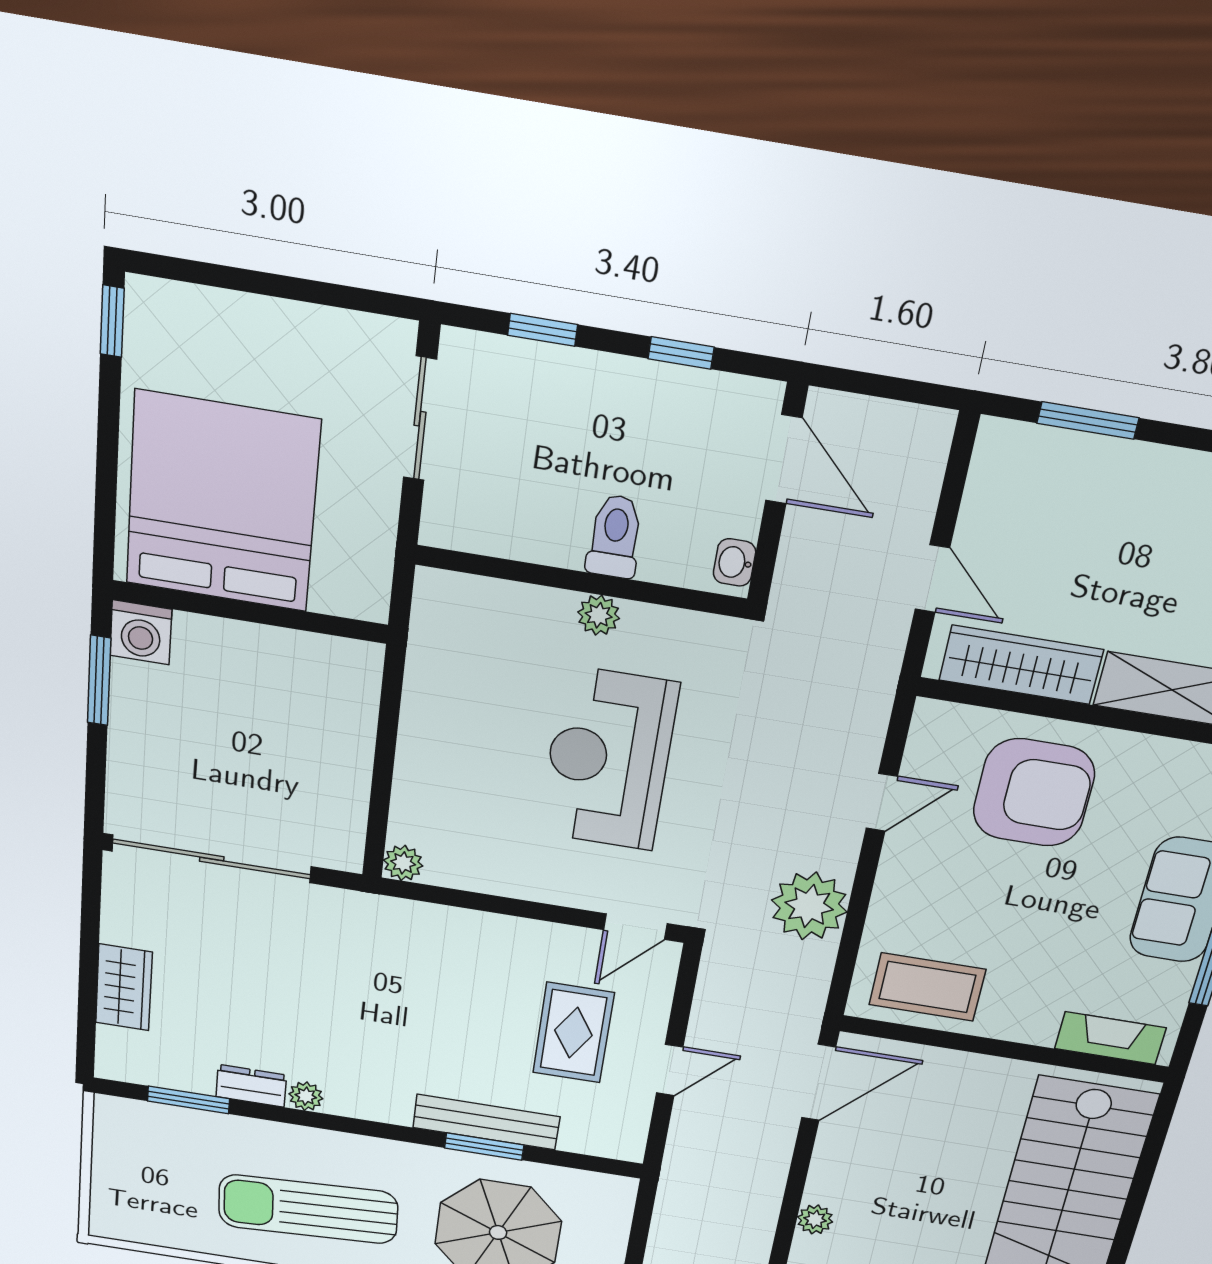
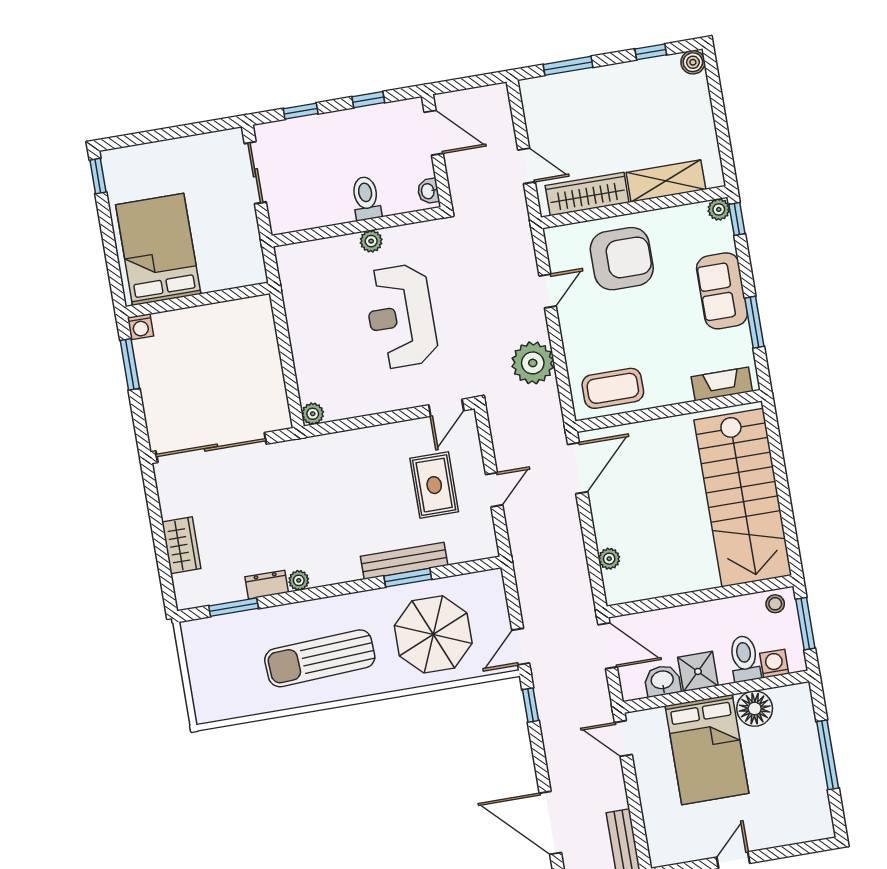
bed: (222, 502) -> (158, 249), width x0.73
washing machine: (141, 632) -> (140, 327), width x0.73, depth x0.73

